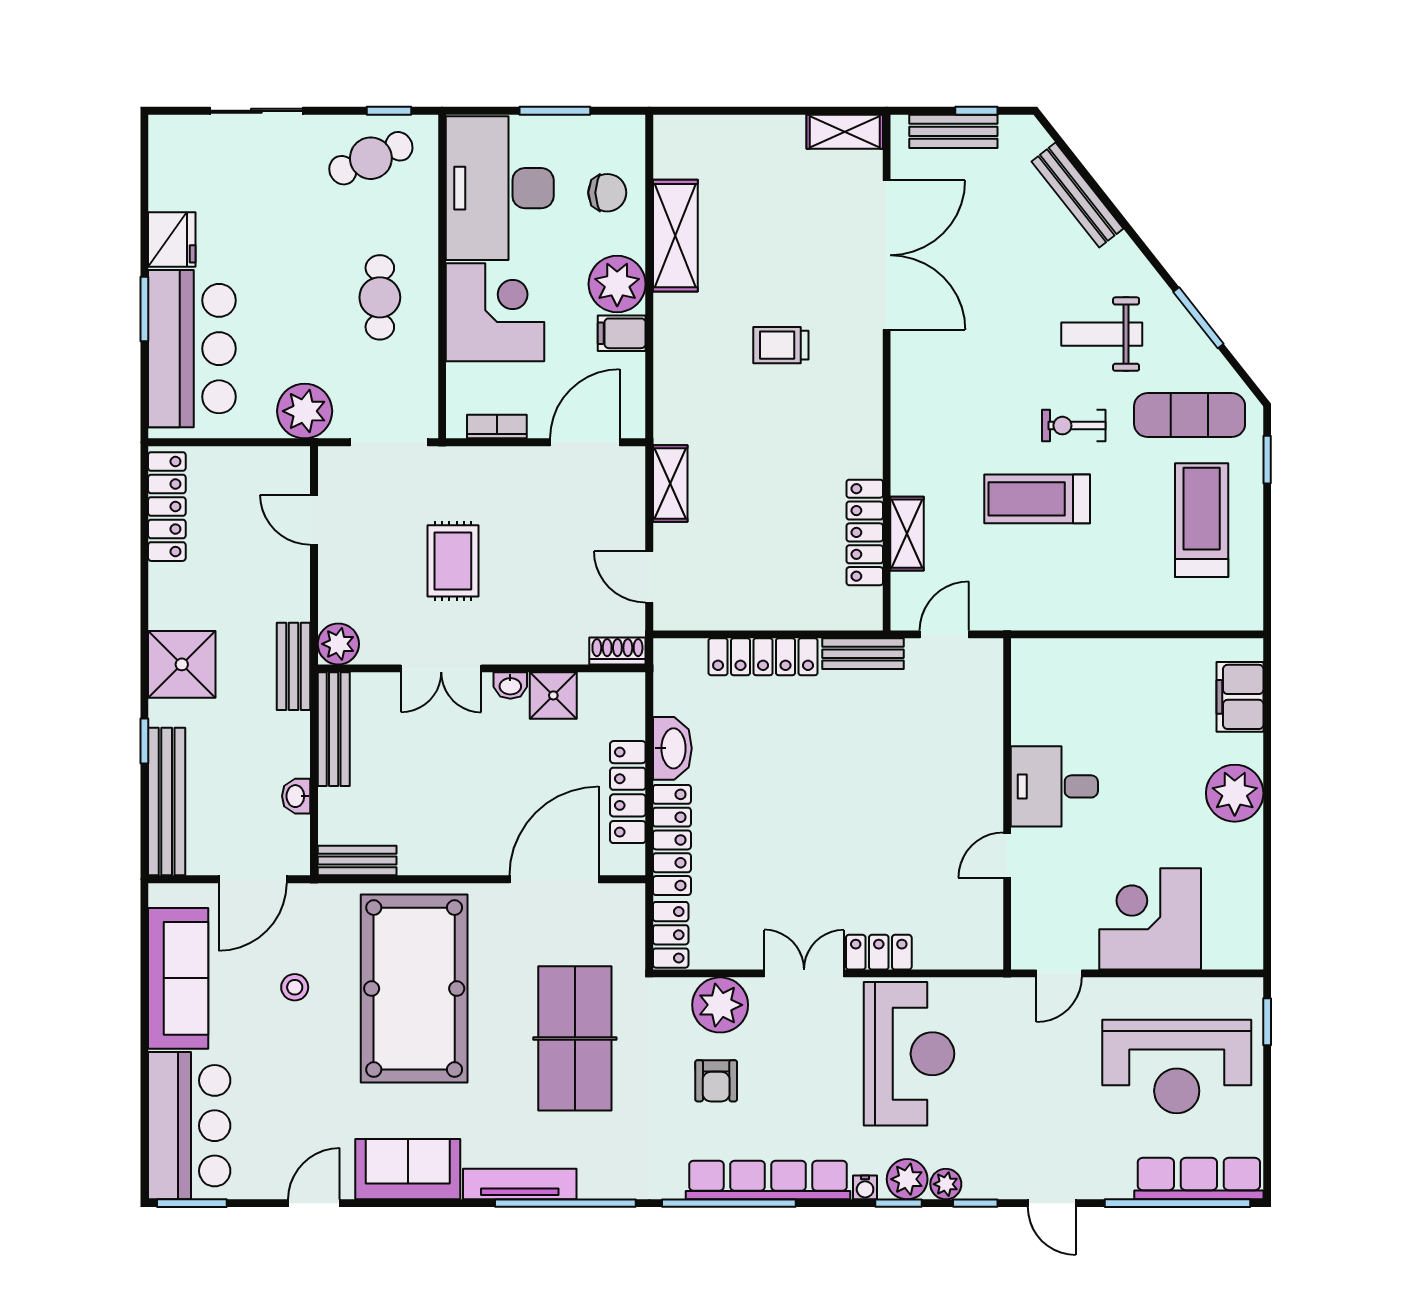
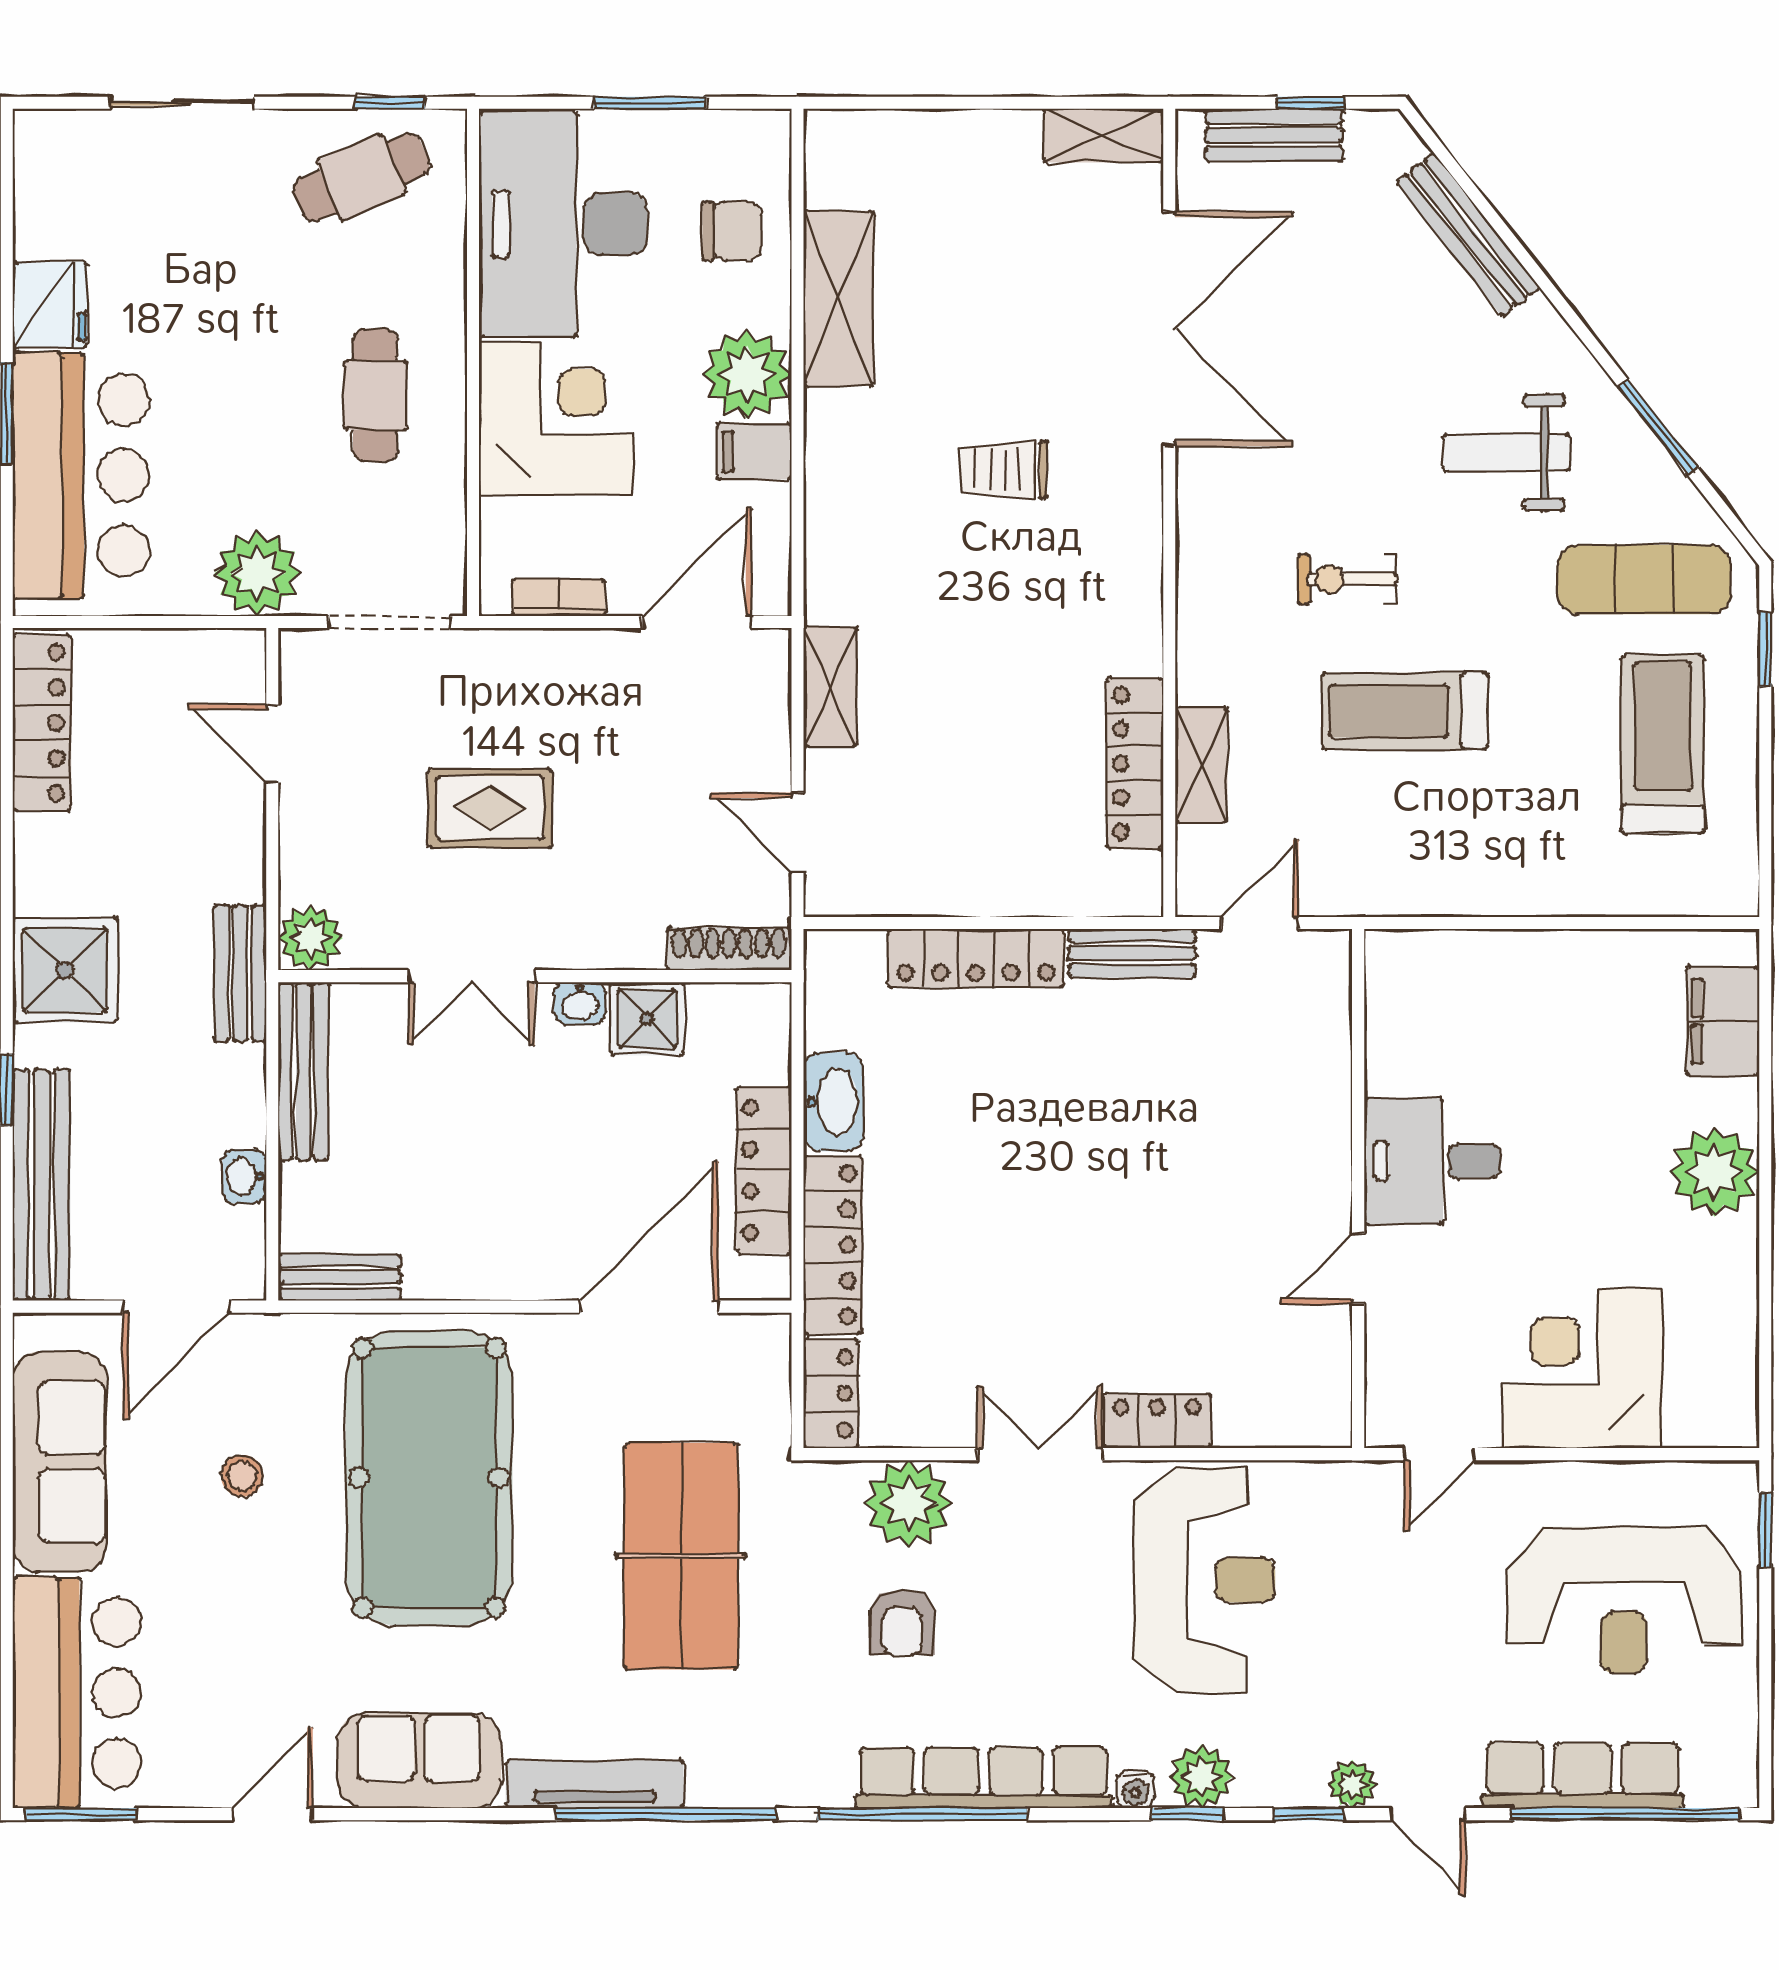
exercise bike: (1074, 426) -> (1347, 579), moved
rug: (453, 561) -> (490, 808), turned 90
shoe rack: (617, 651) -> (729, 949), width x1.43
row of seats: (1199, 1179) -> (1583, 1776), moved
plant: (946, 1184) -> (1352, 1784), moved

